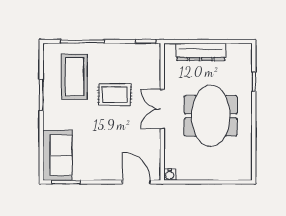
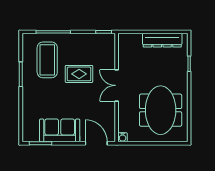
dresser: (201, 52) -> (162, 40), moved
meeting table: (211, 116) -> (161, 110), moved
sofa: (57, 155) -> (60, 130), moved, turned -90

